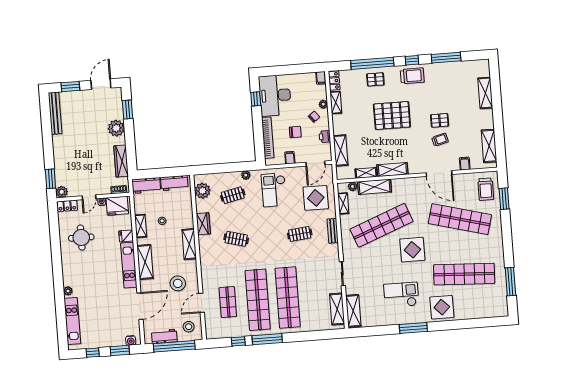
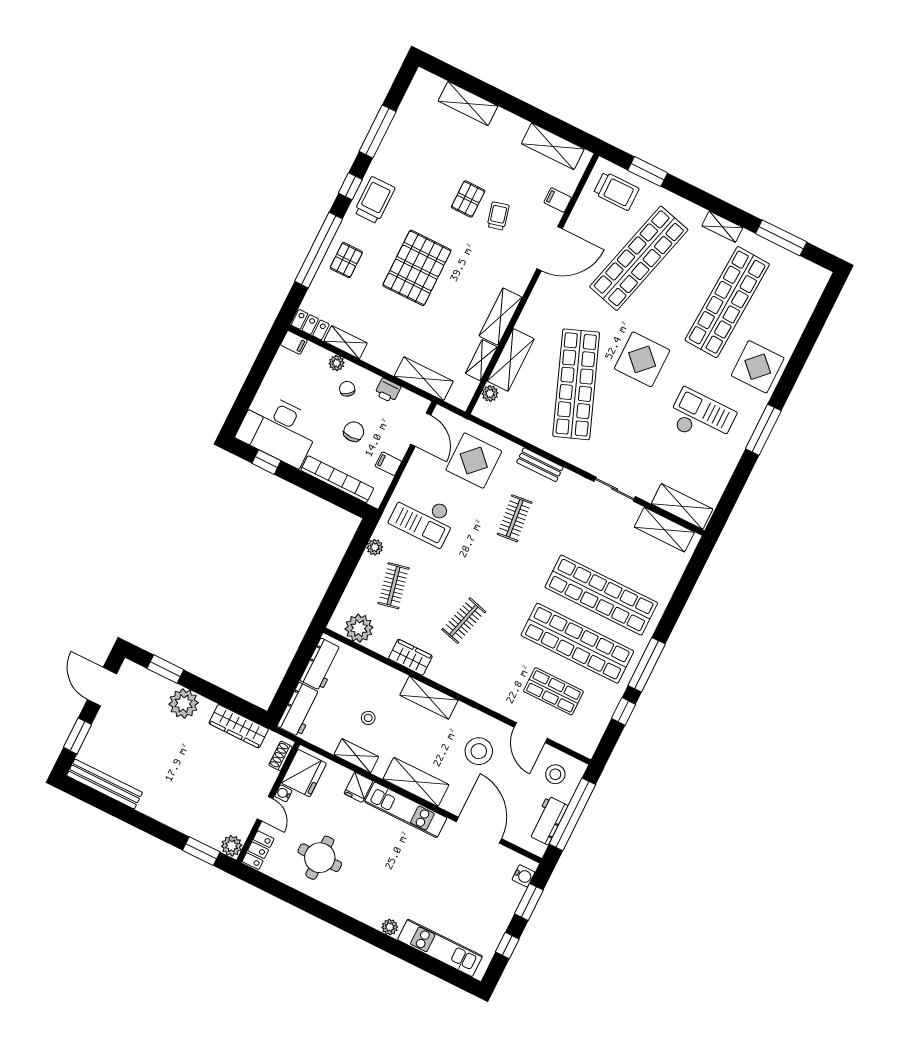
shelving: (343, 203) -> (722, 227), moved
checkout: (401, 295) -> (701, 418), turned 90

